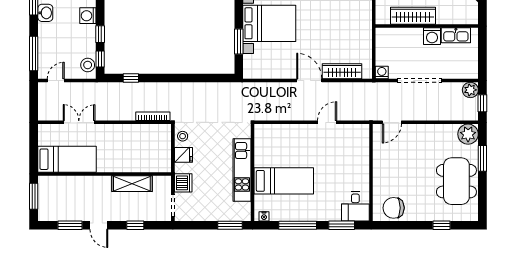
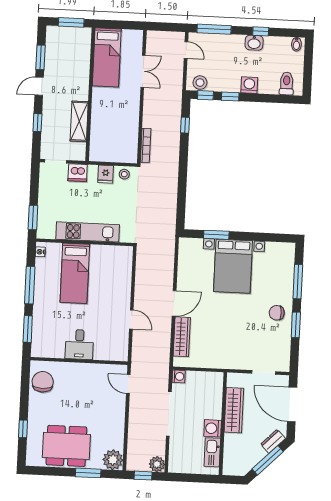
desk: (355, 206) -> (79, 344), moved, turned -90

